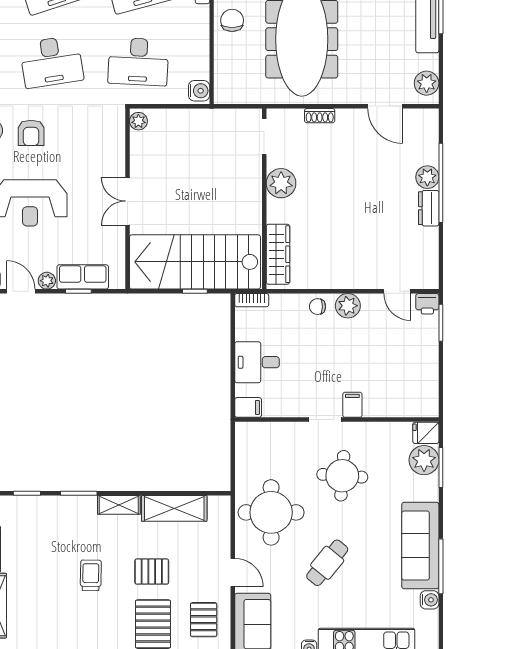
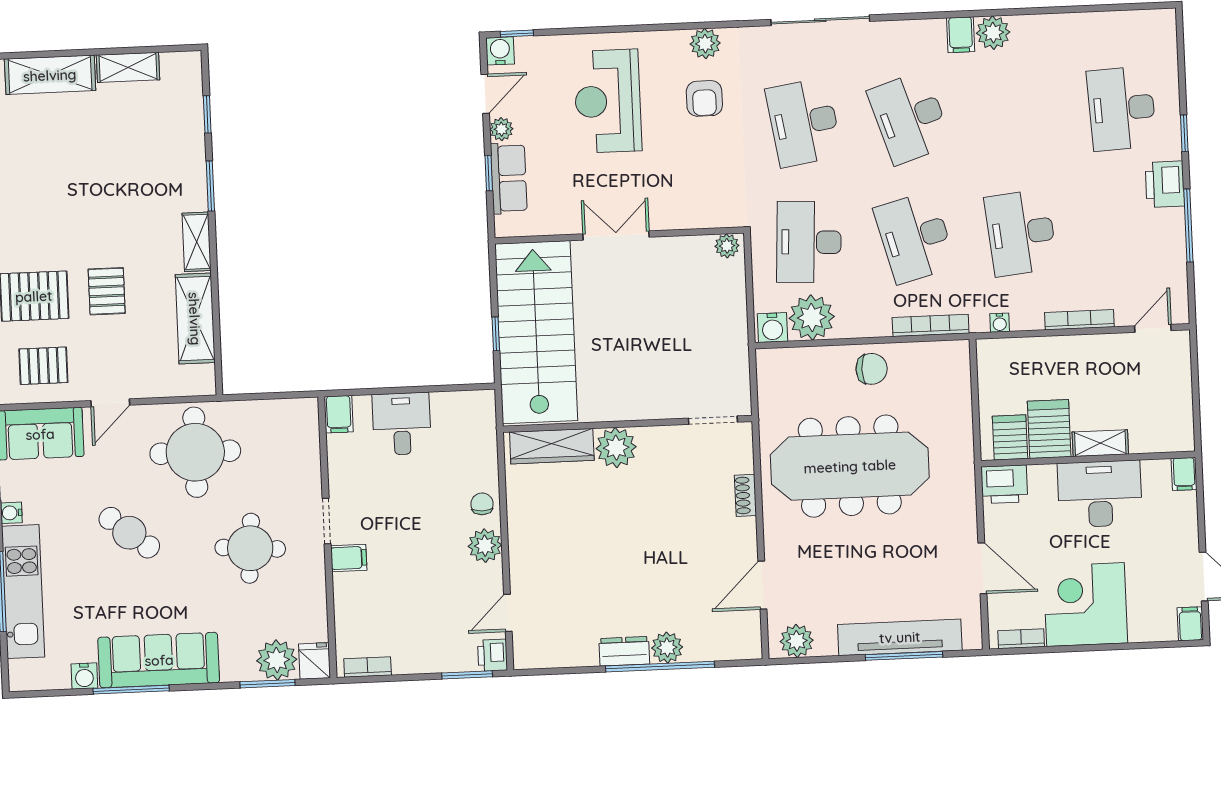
plant: (193, 62) -> (812, 317), added
armchair: (31, 133) -> (704, 98), turned -90
plant: (281, 183) -> (616, 448), moved
bookcase: (252, 300) -> (368, 667), moved, turned 90
trolley: (91, 575) -> (98, 207), removed

